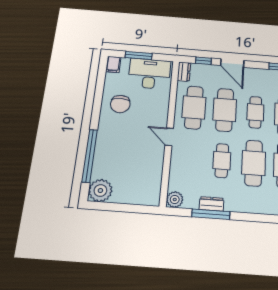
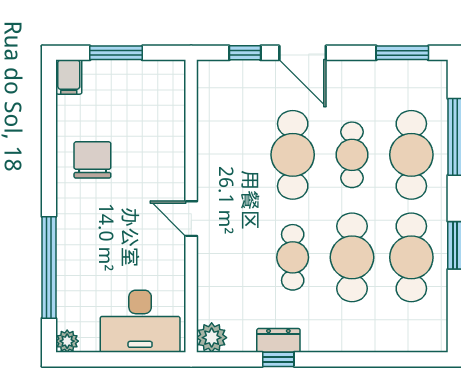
dresser: (184, 72) -> (208, 80), removed
desk: (149, 74) -> (140, 321), moved, turned 180
chair: (120, 104) -> (92, 160), turned 180
cafe table: (194, 107) -> (233, 155), removed
plant: (100, 190) -> (67, 341), width x0.53, depth x0.53
window: (211, 214) -> (278, 359), width x0.46

